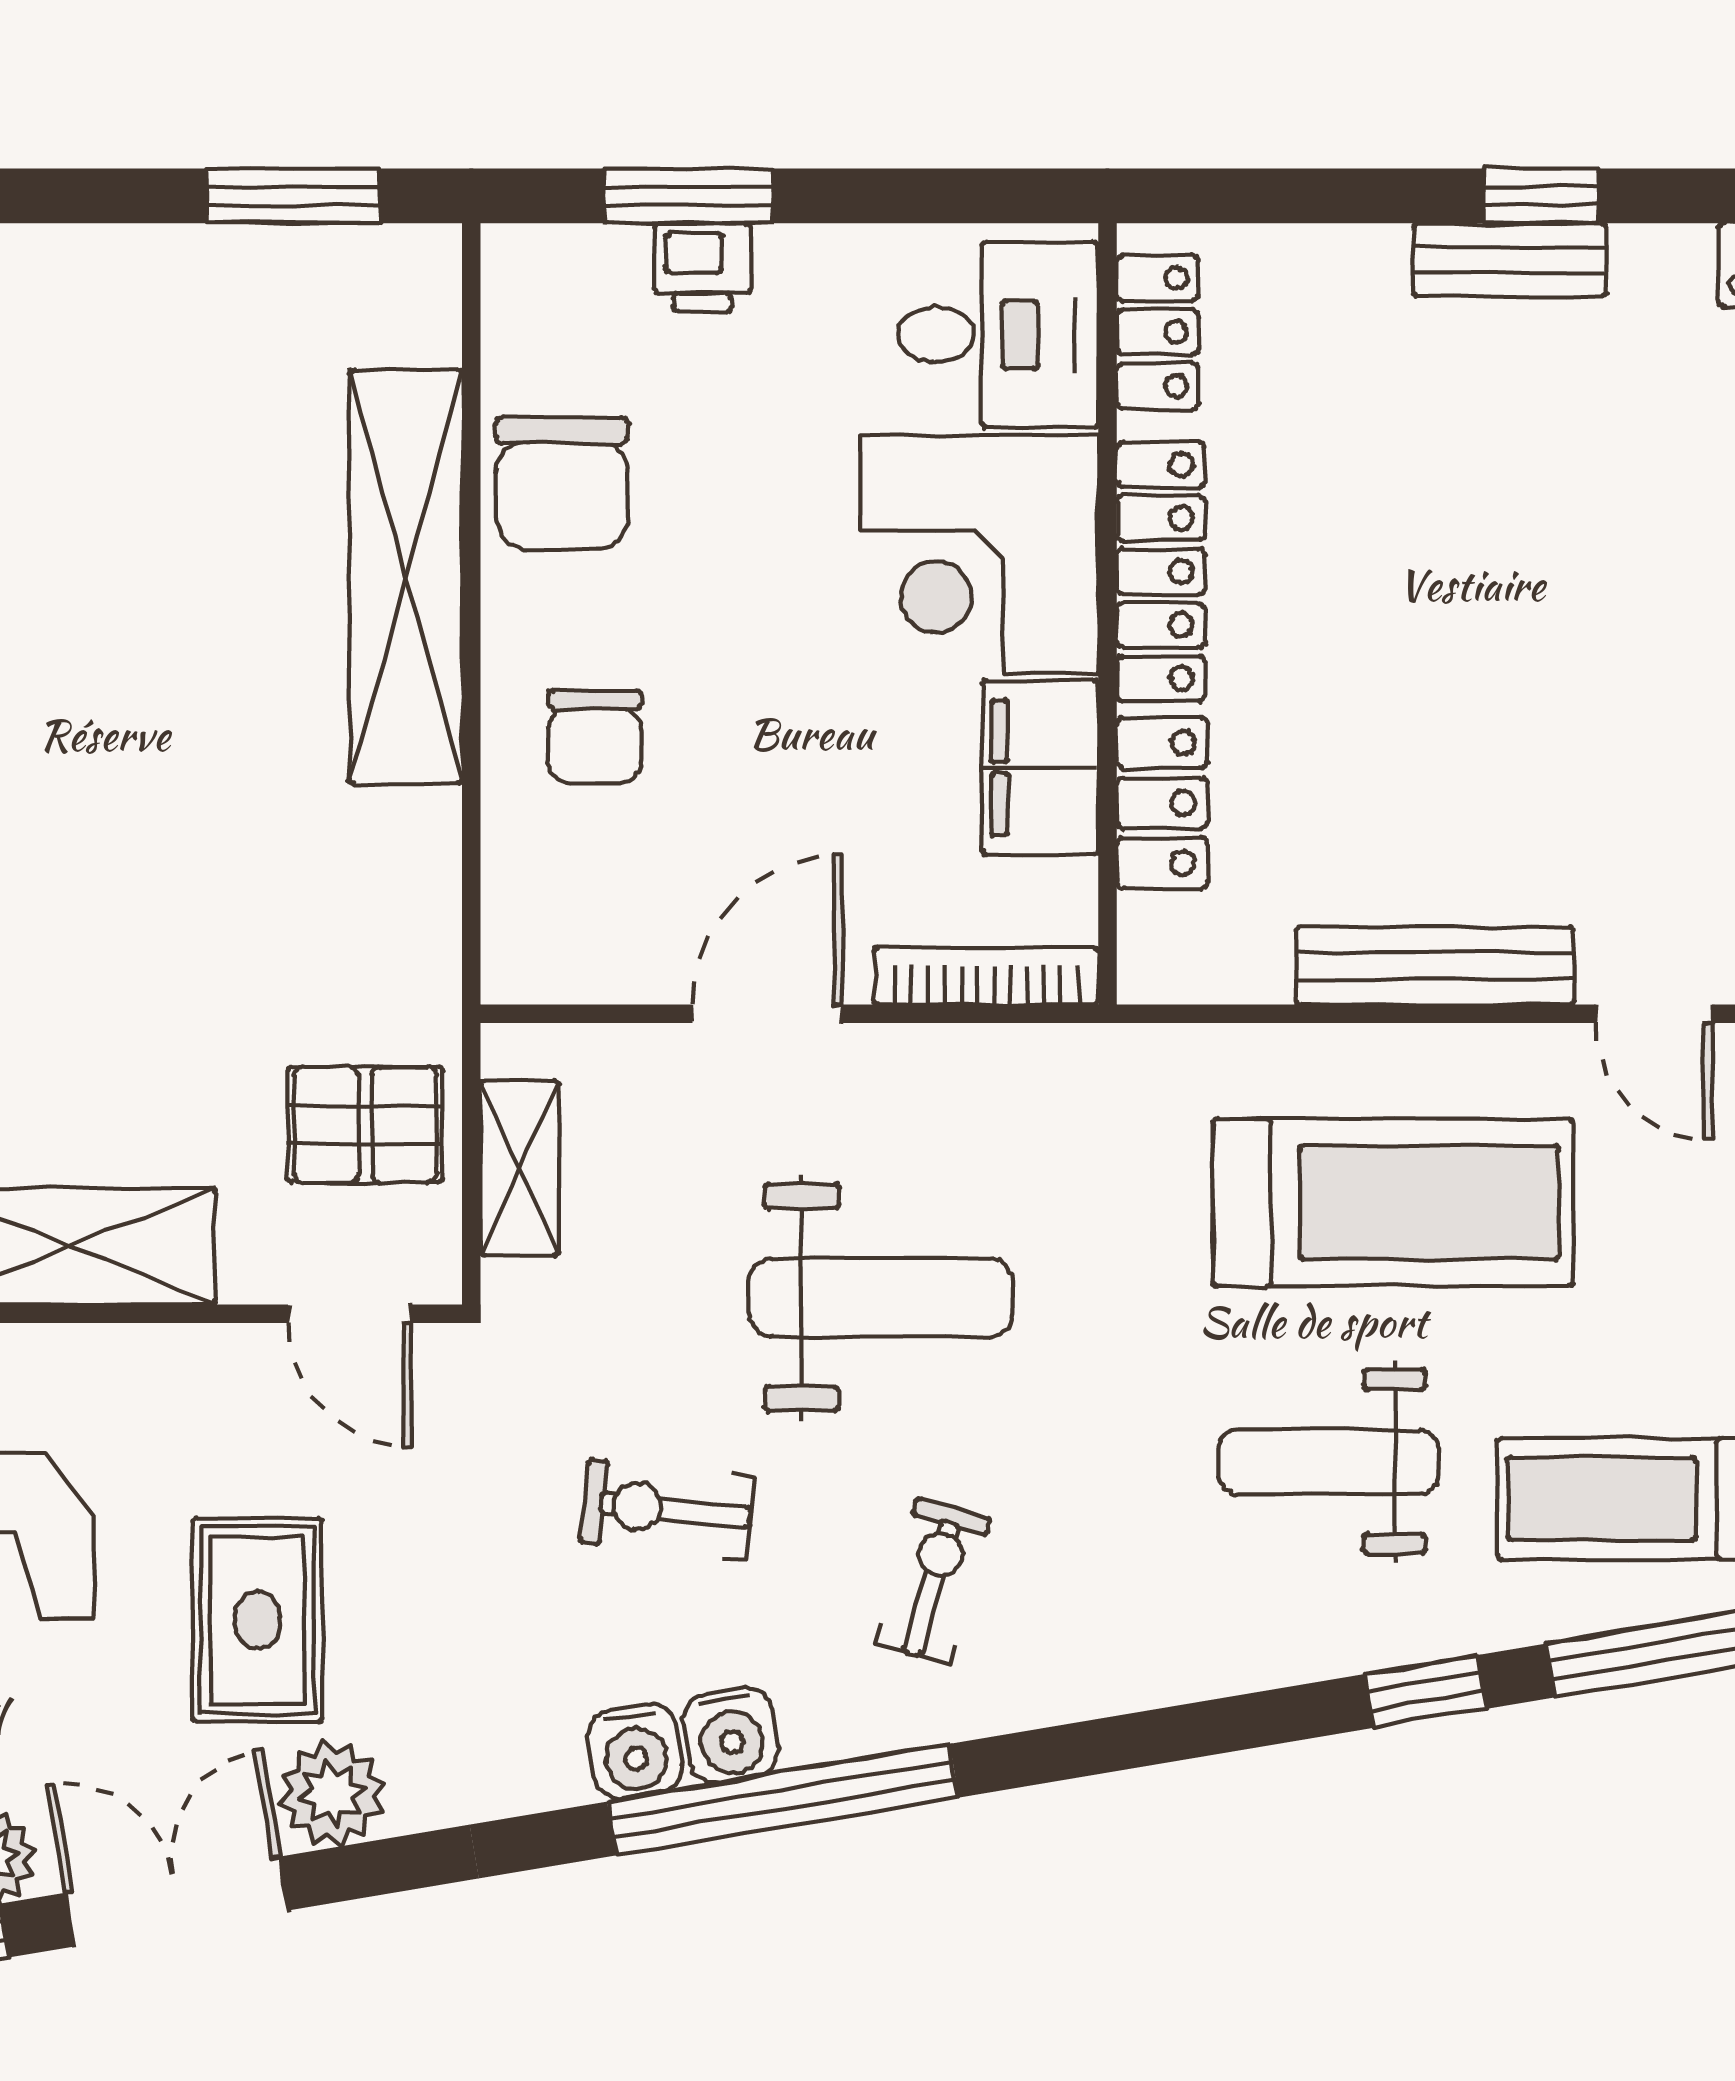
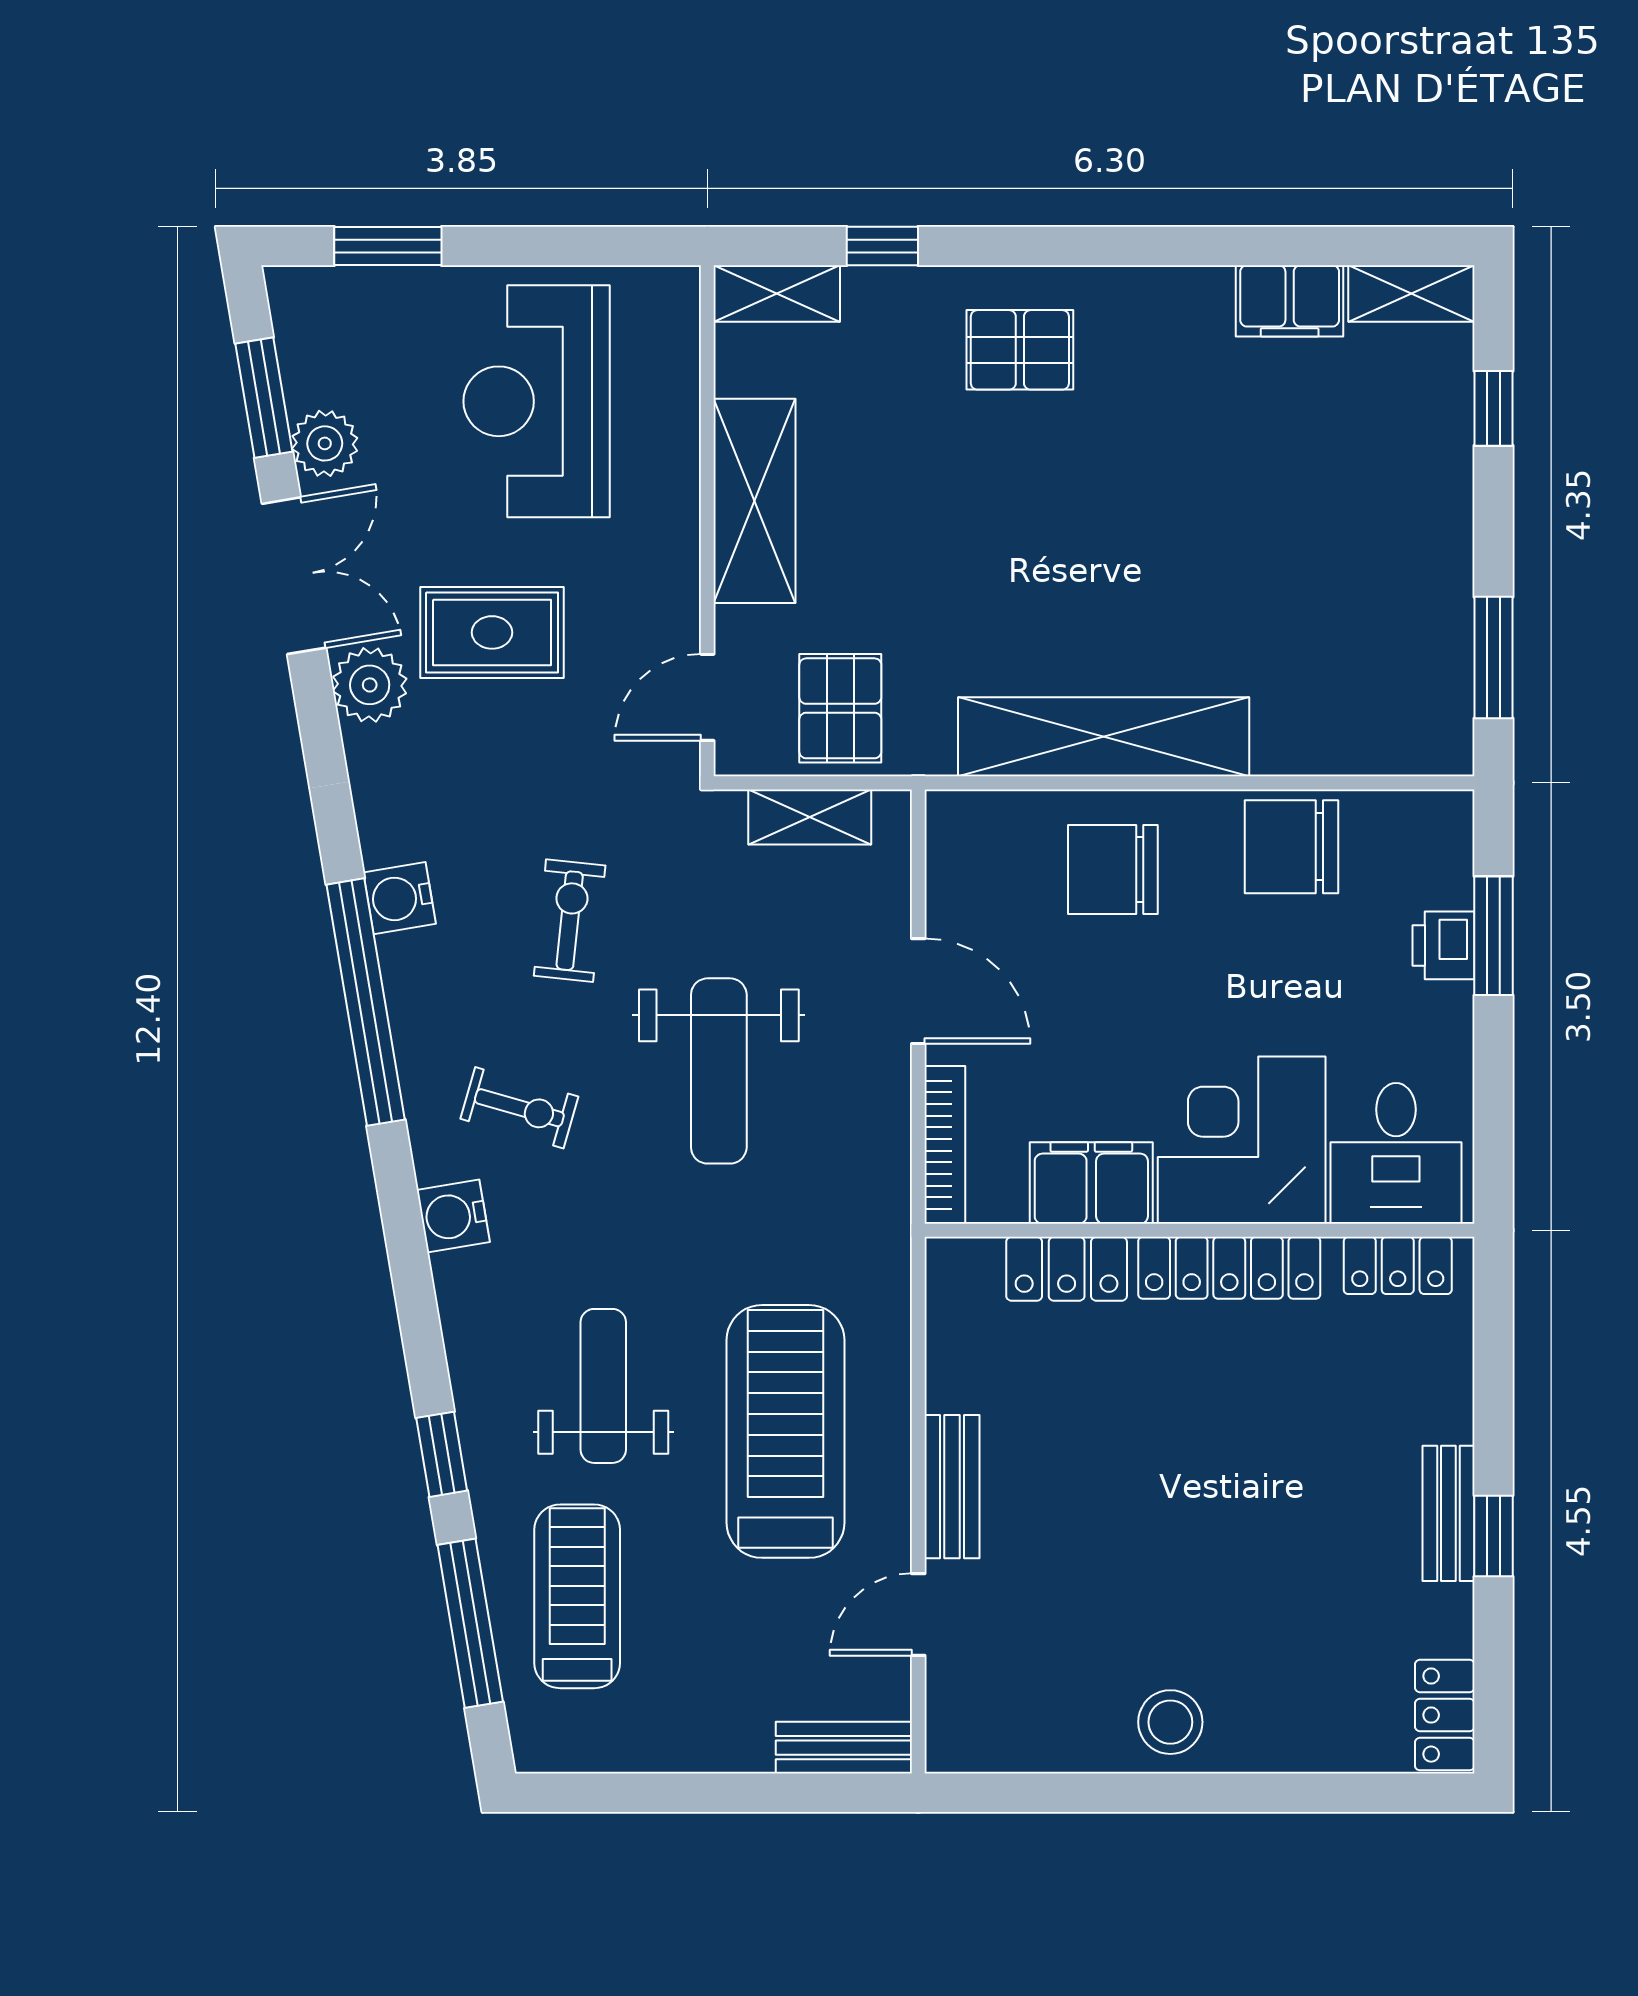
shelving: (406, 577) -> (1104, 737), moved
chair: (594, 737) -> (1113, 870), width x1.37, depth x1.37
bench: (1435, 966) -> (952, 1487), width x0.73
treadmill: (1393, 1203) -> (785, 1431), turned 180
water cooler: (731, 1735) -> (453, 1216), moved

